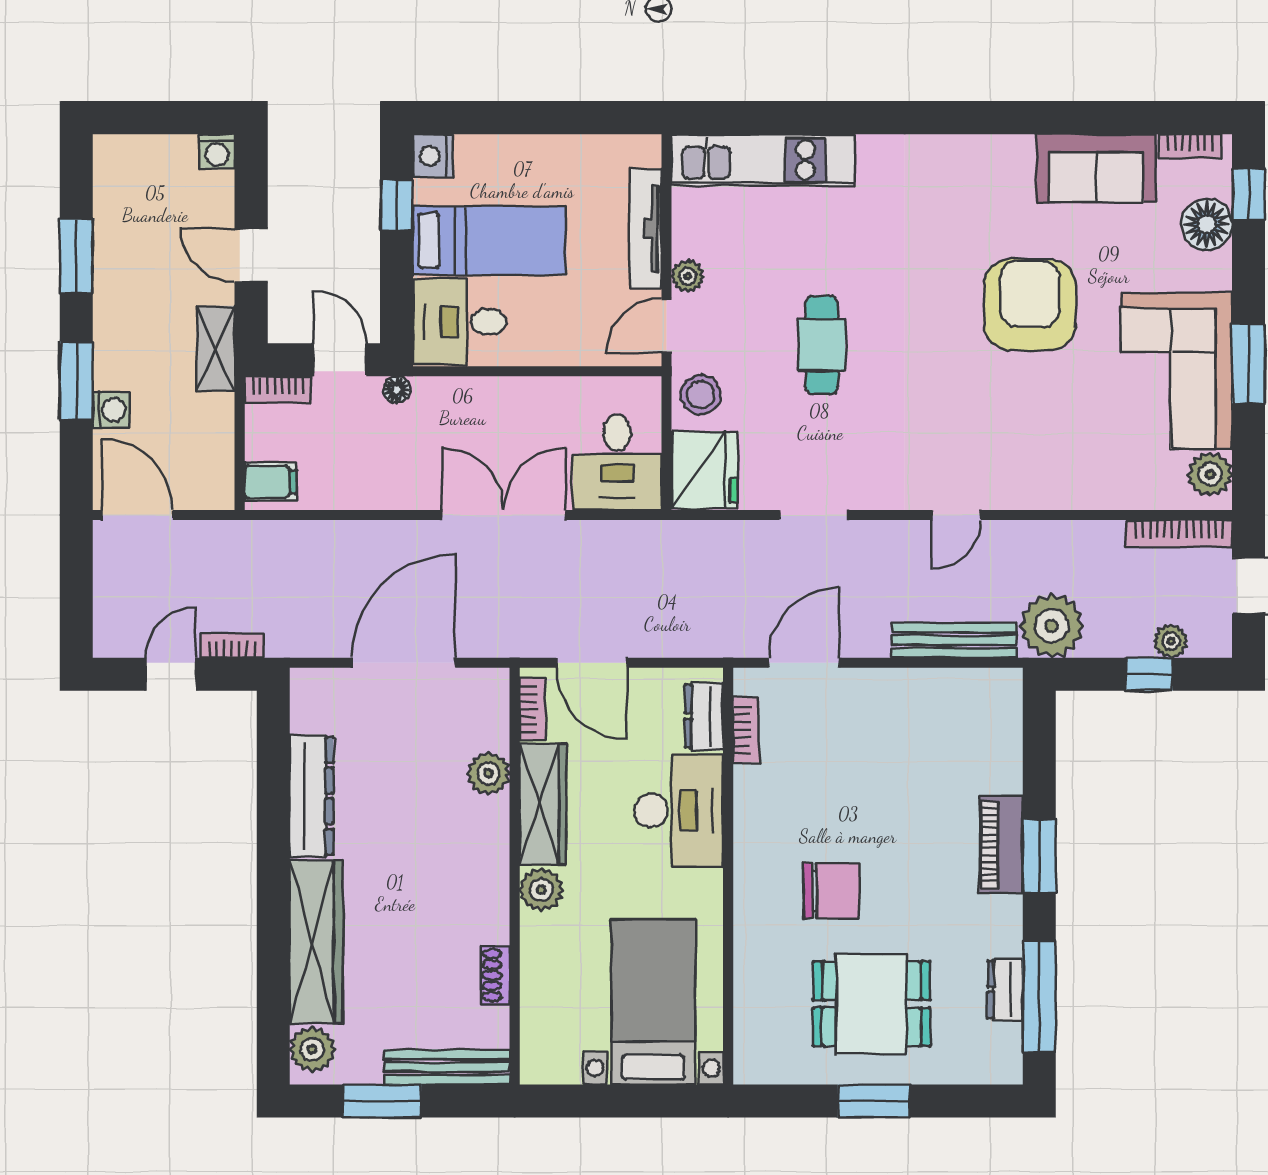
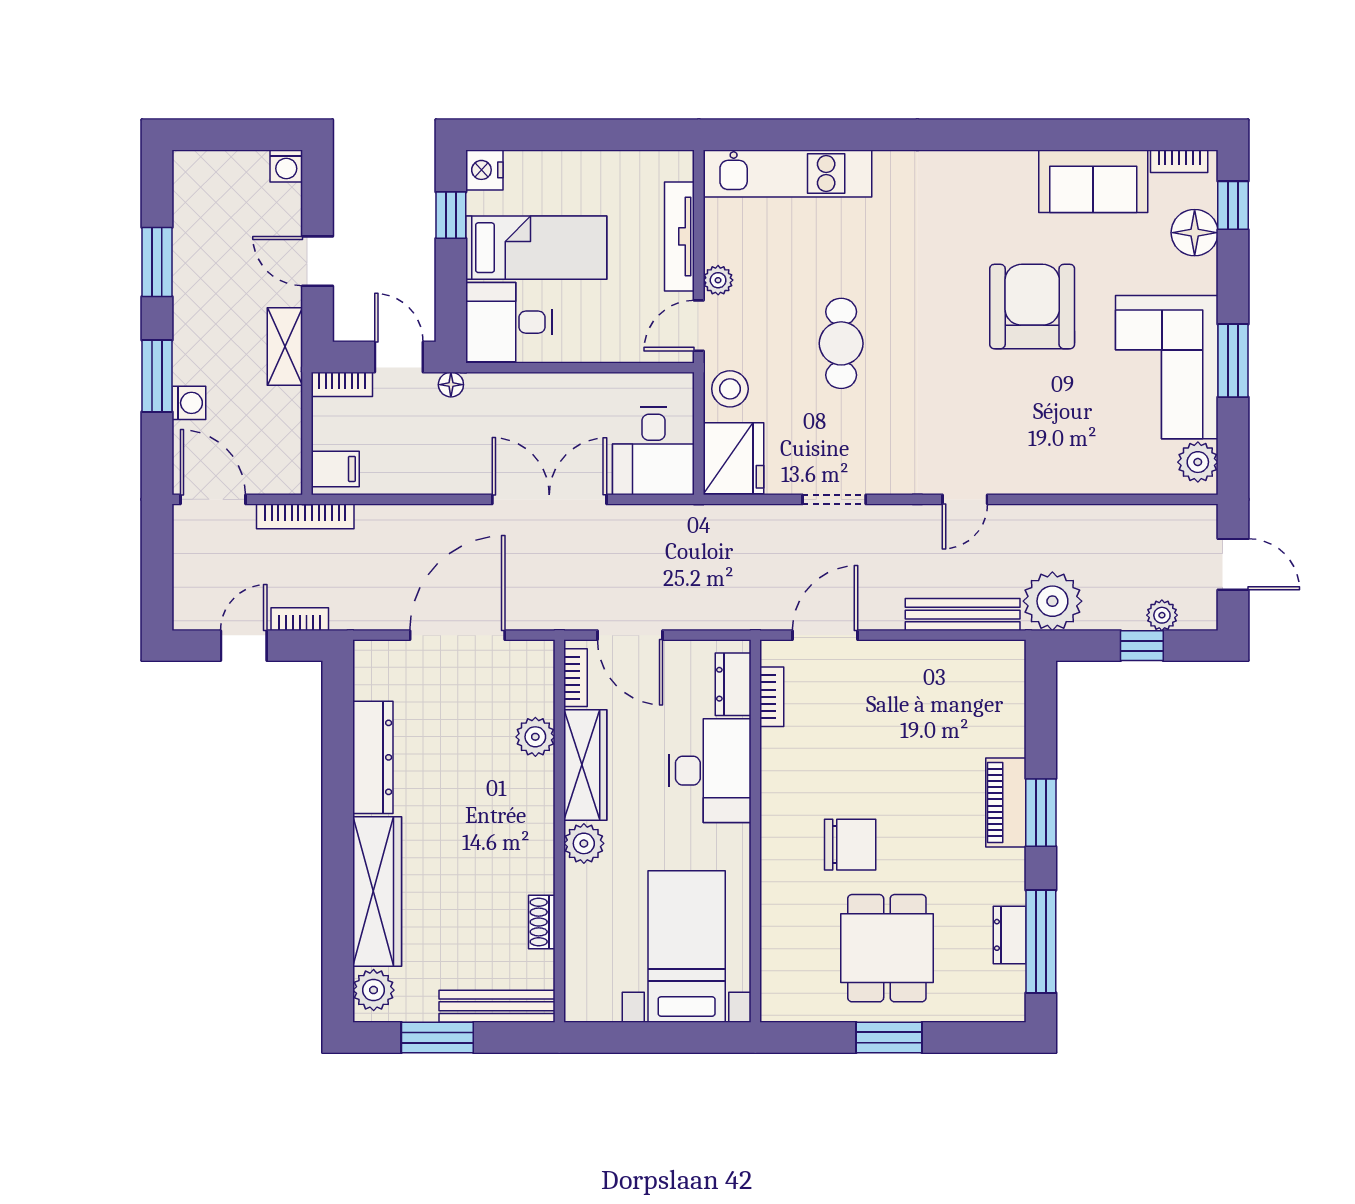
bookcase: (1179, 533) -> (305, 516), moved
dining table: (871, 1004) -> (887, 948), turned 90

